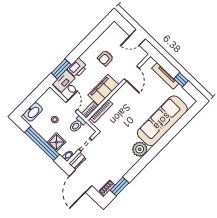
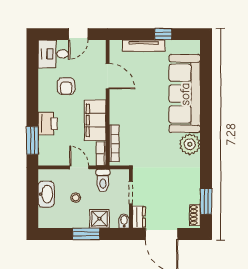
desk: (67, 84) -> (53, 54), moved
washbasin: (33, 112) -> (46, 194), moved
window: (42, 143) -> (86, 234), width x0.47

